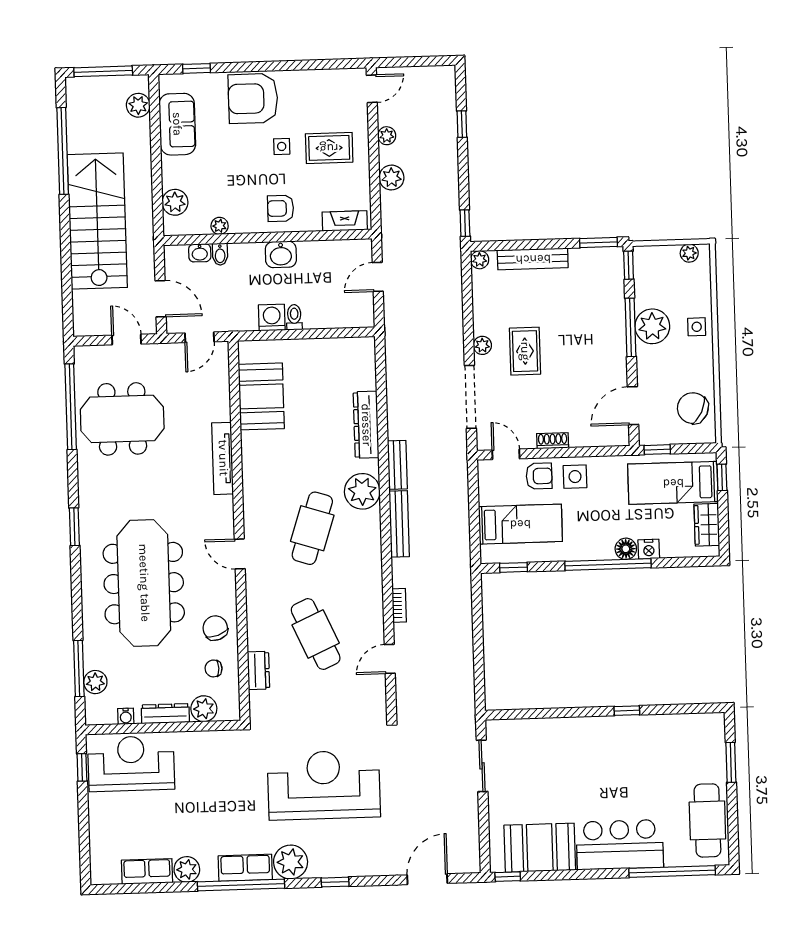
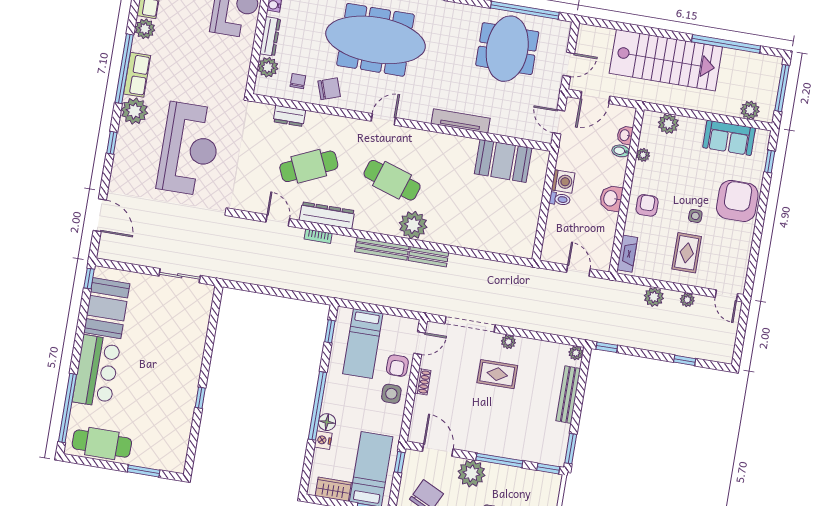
plant: (652, 326) -> (471, 473), moved
dresser: (366, 425) -> (327, 215), moved

